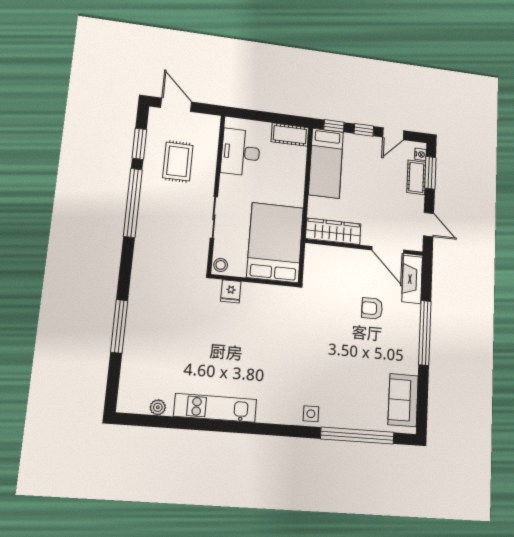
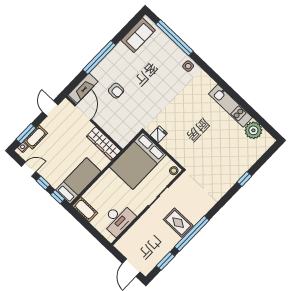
rug: (178, 161) -> (178, 223), moved, turned 90
fridge: (231, 291) -> (159, 134), moved
window: (119, 326) -> (244, 179), width x0.46
plant: (158, 407) -> (253, 130), width x1.88, depth x1.88

